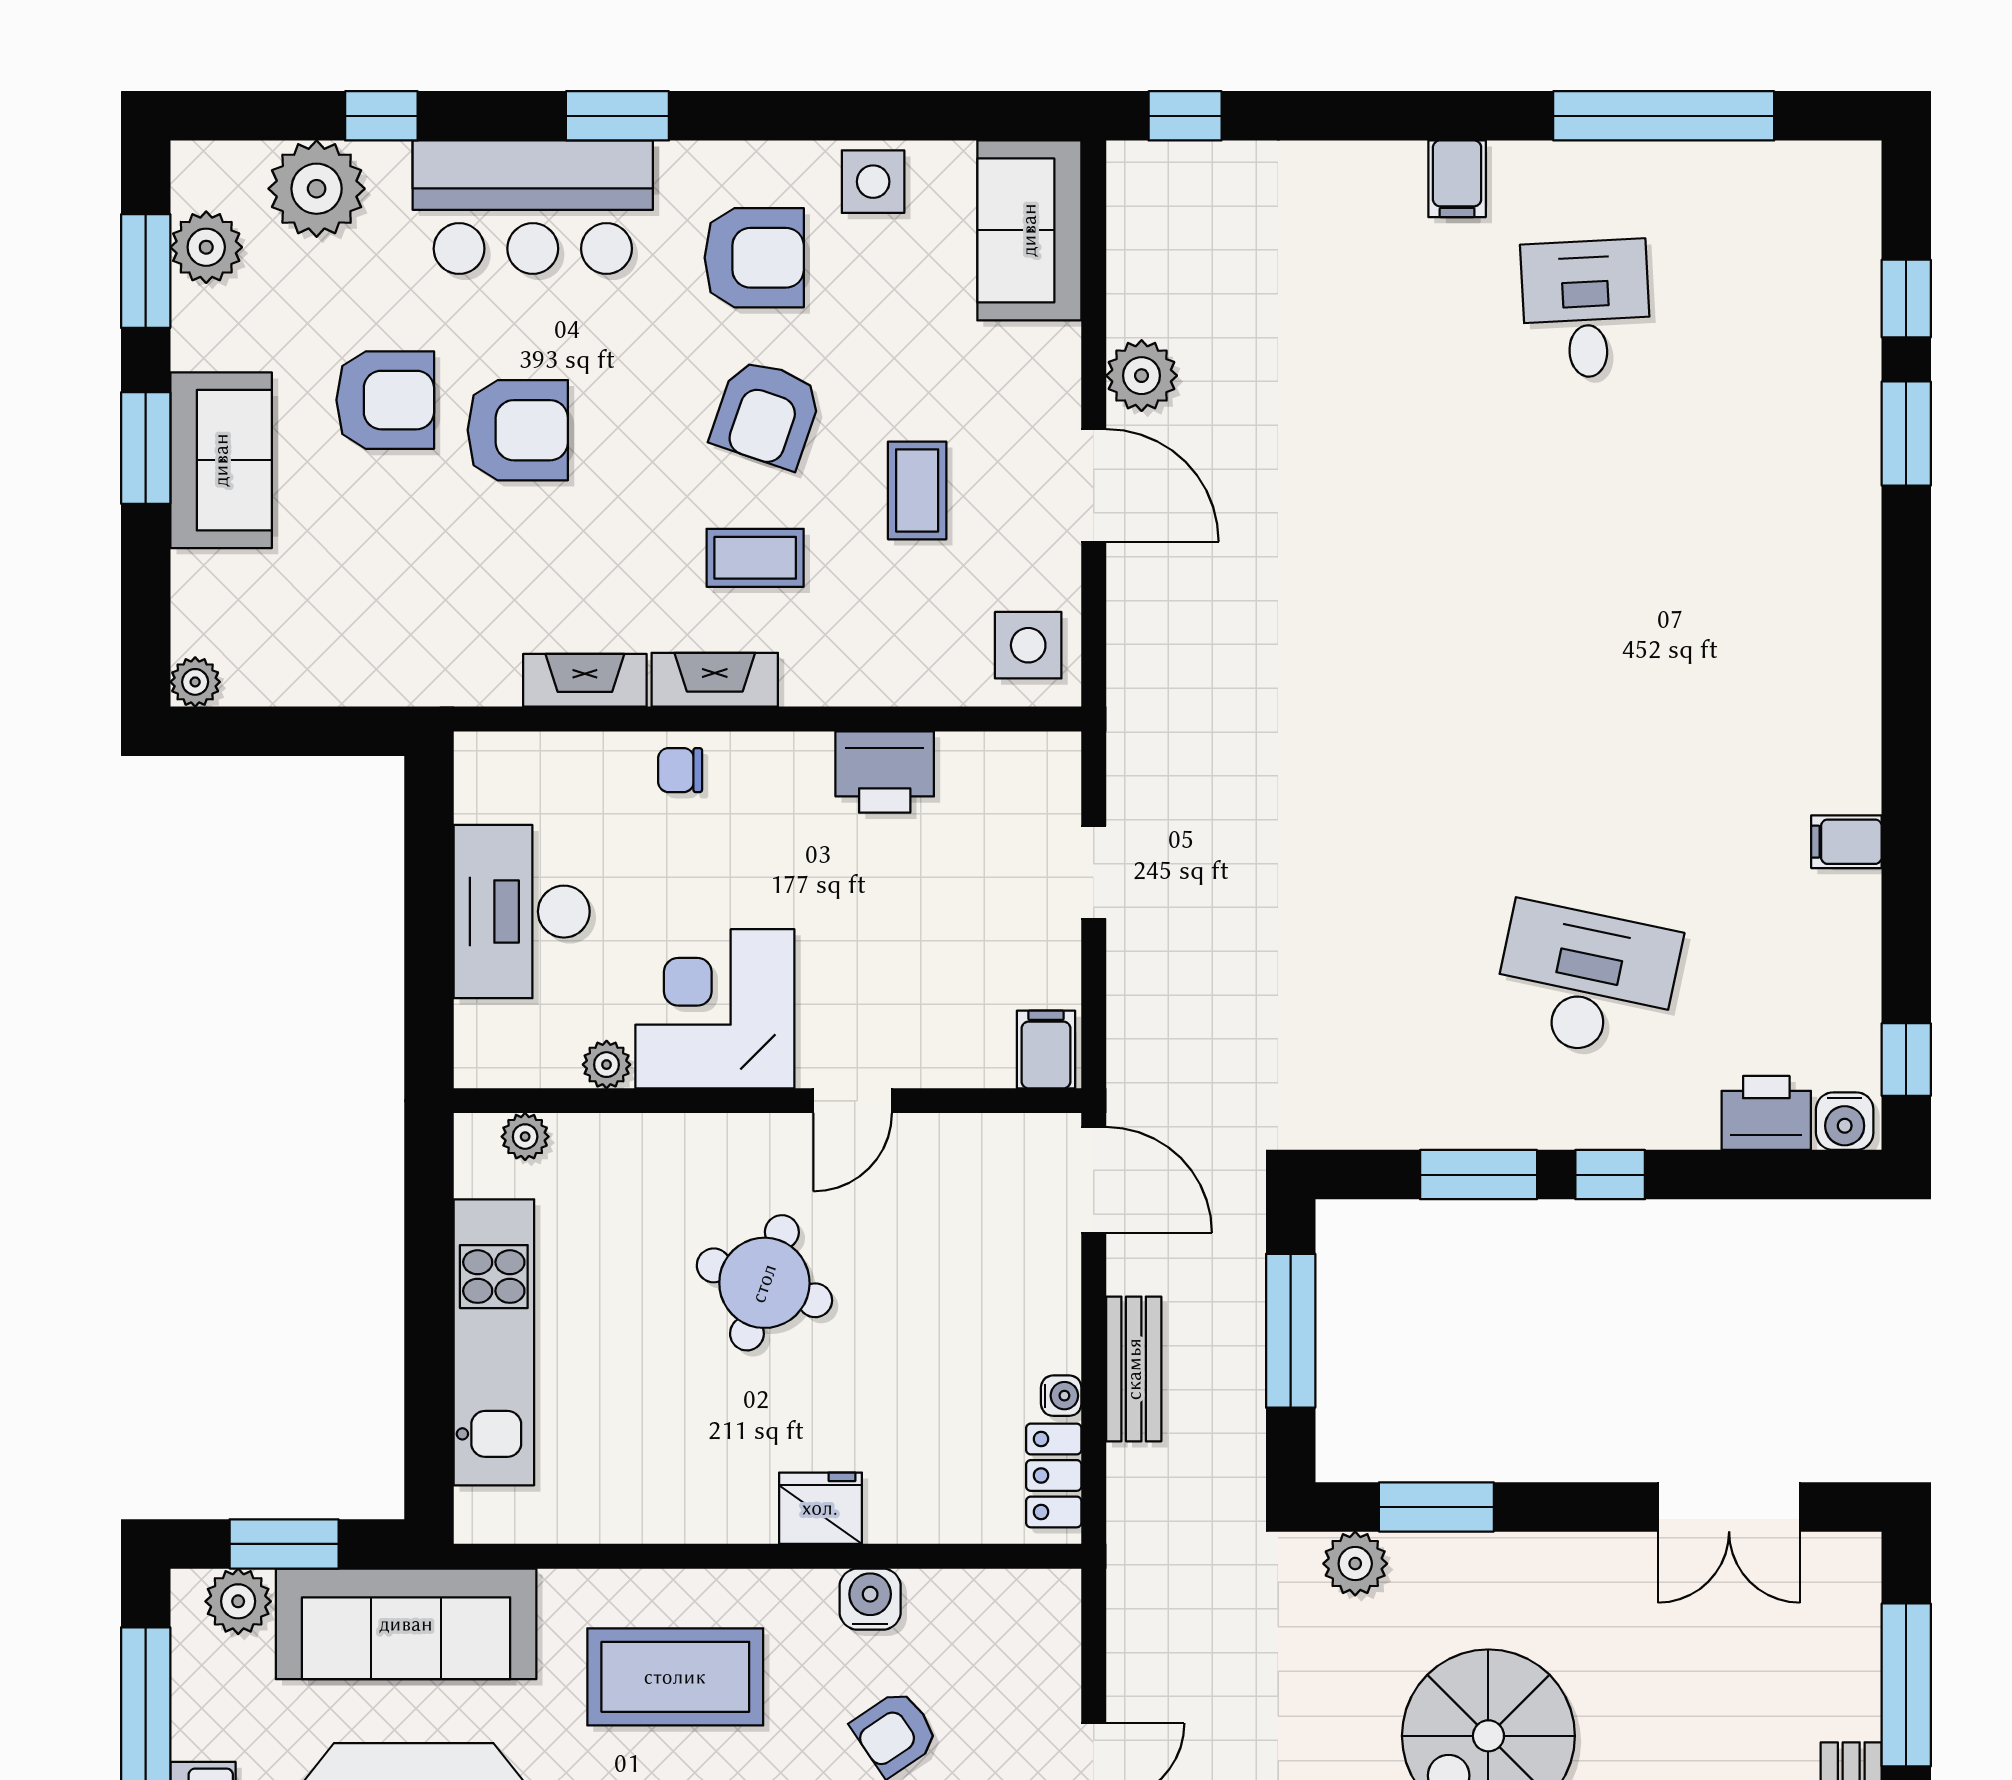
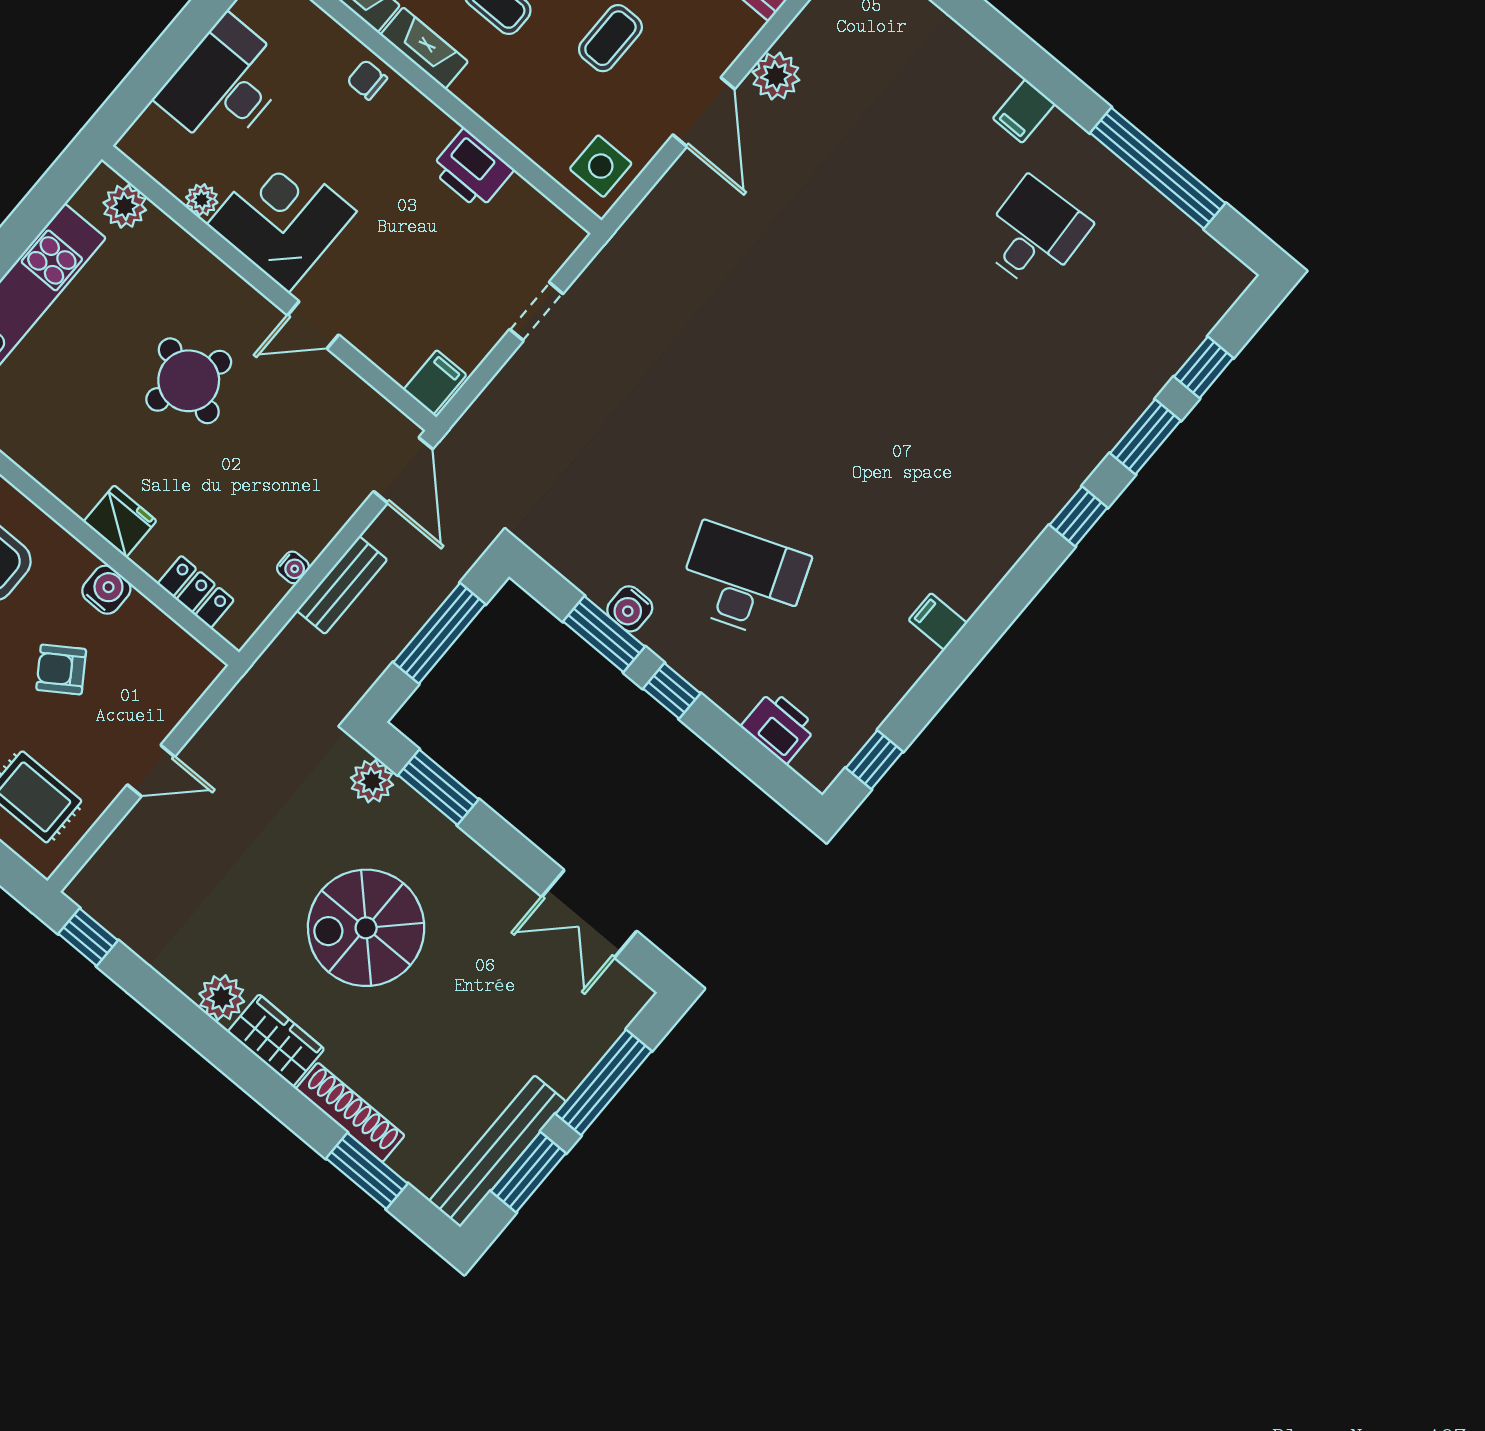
window: (1906, 588) -> (1079, 516), added
desk: (1586, 981) -> (743, 581), turned -33
water cooler: (1845, 1121) -> (630, 609), moved
plant: (525, 1137) -> (125, 206), width x1.38, depth x1.38
locker: (1054, 1475) -> (196, 592), moved, turned 90

